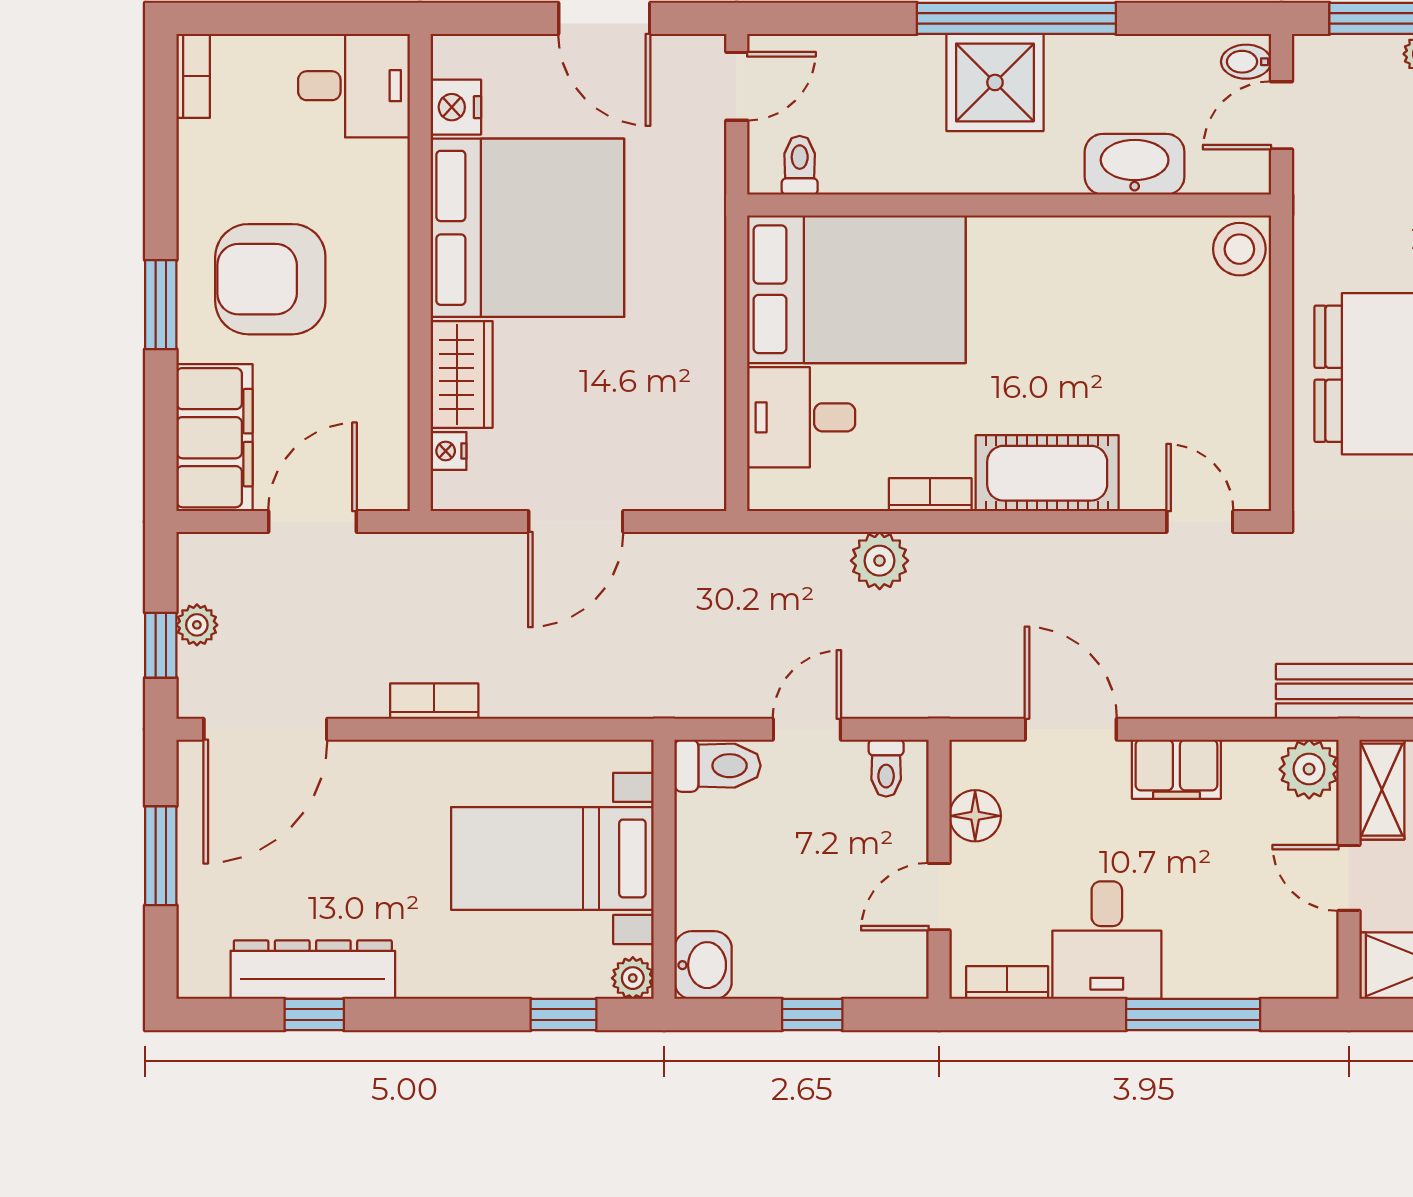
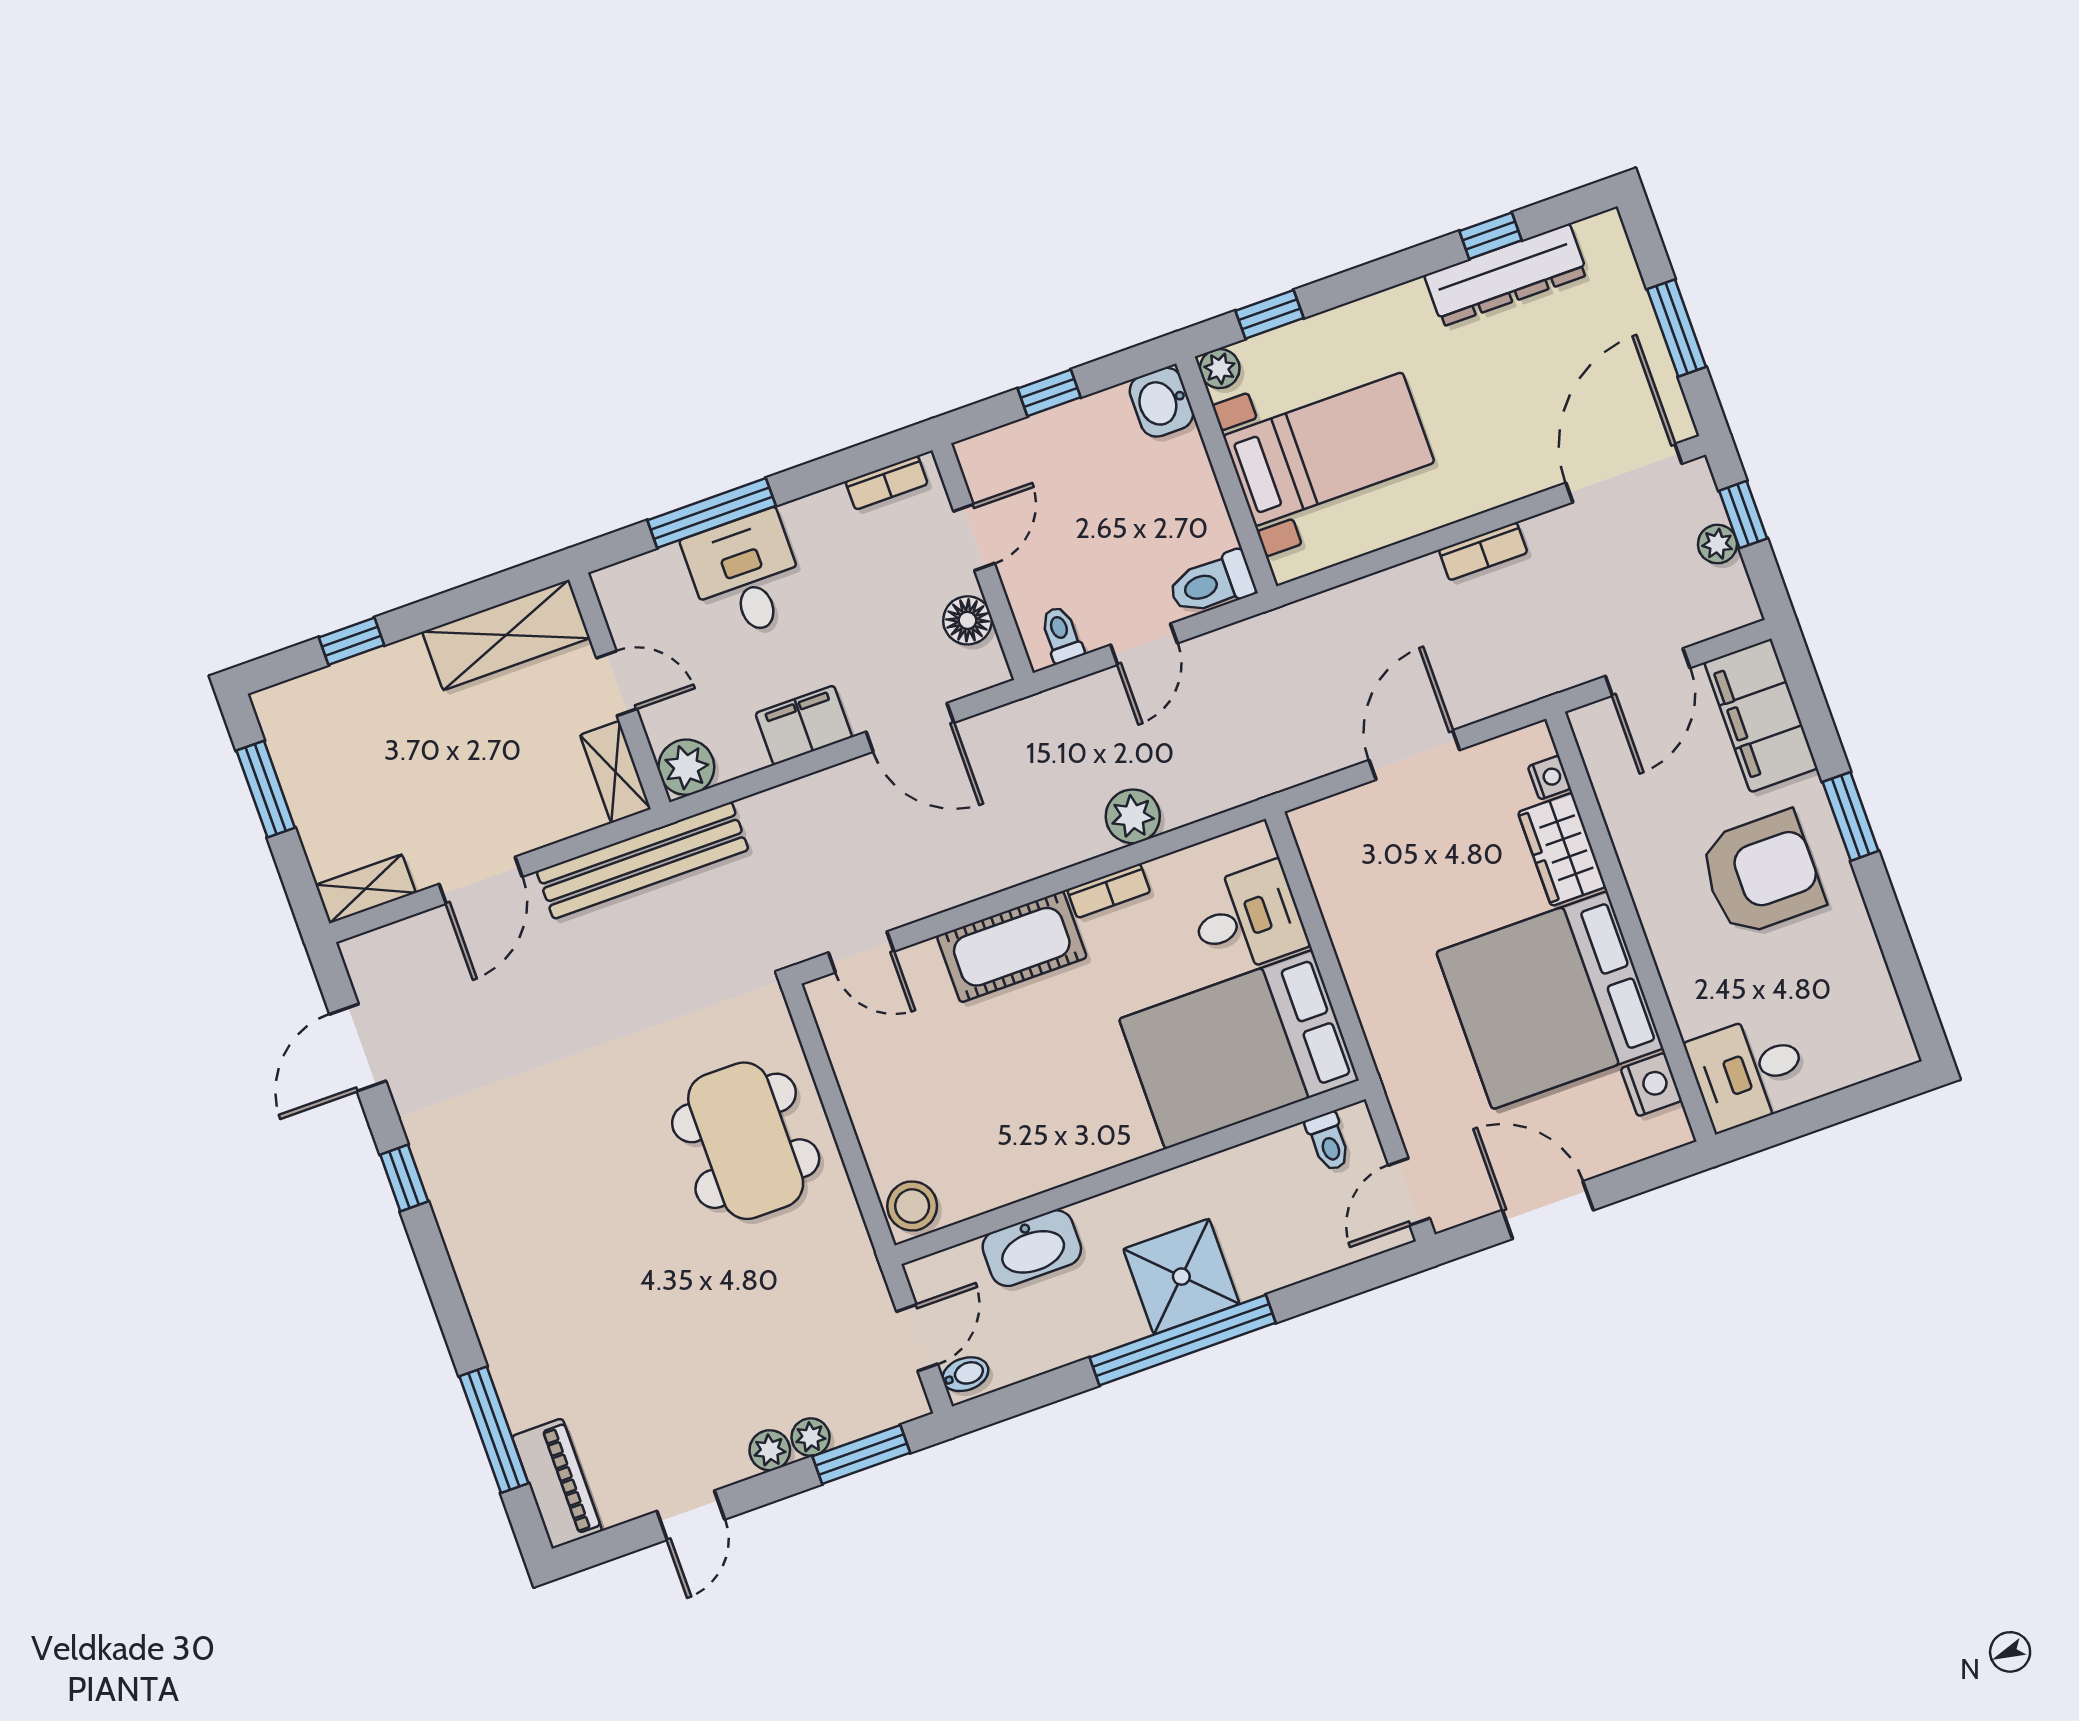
bookcase: (193, 76) -> (1894, 1029), removed
desk: (1107, 940) -> (746, 575), moved

